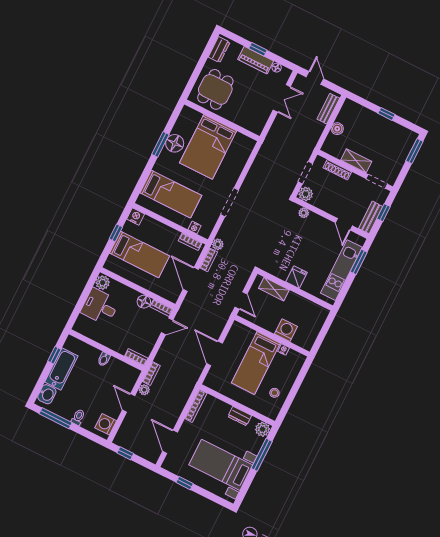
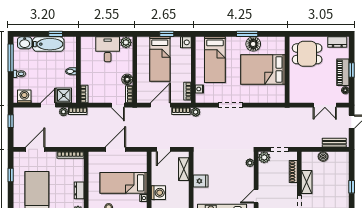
shower: (126, 380) -> (64, 95), added

